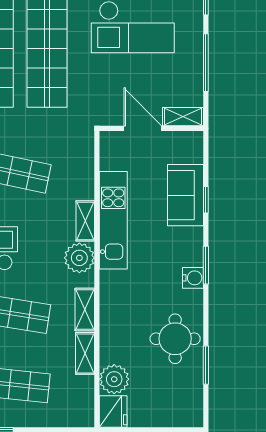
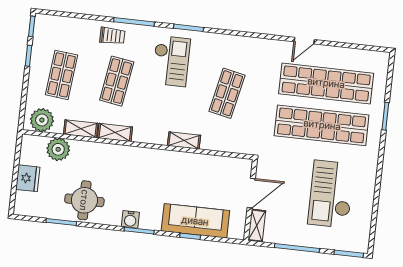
sofa: (186, 195) -> (195, 221), width x1.36
kitchen unit: (113, 220) -> (182, 162), removed
plant: (79, 258) -> (42, 120), moved
fridge: (113, 412) -> (28, 178), moved, turned -90

